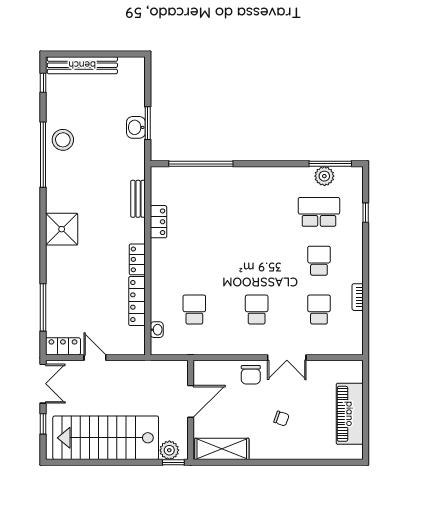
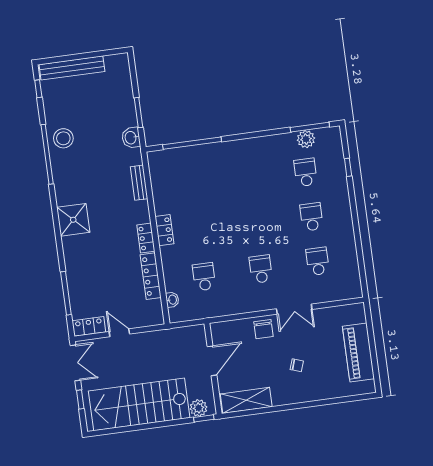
washbasin: (136, 127) -> (131, 138), moved
school desk: (319, 212) -> (306, 172), width x0.54
locker: (158, 222) -> (164, 230), moved
bookcase: (358, 297) -> (351, 245), removed

